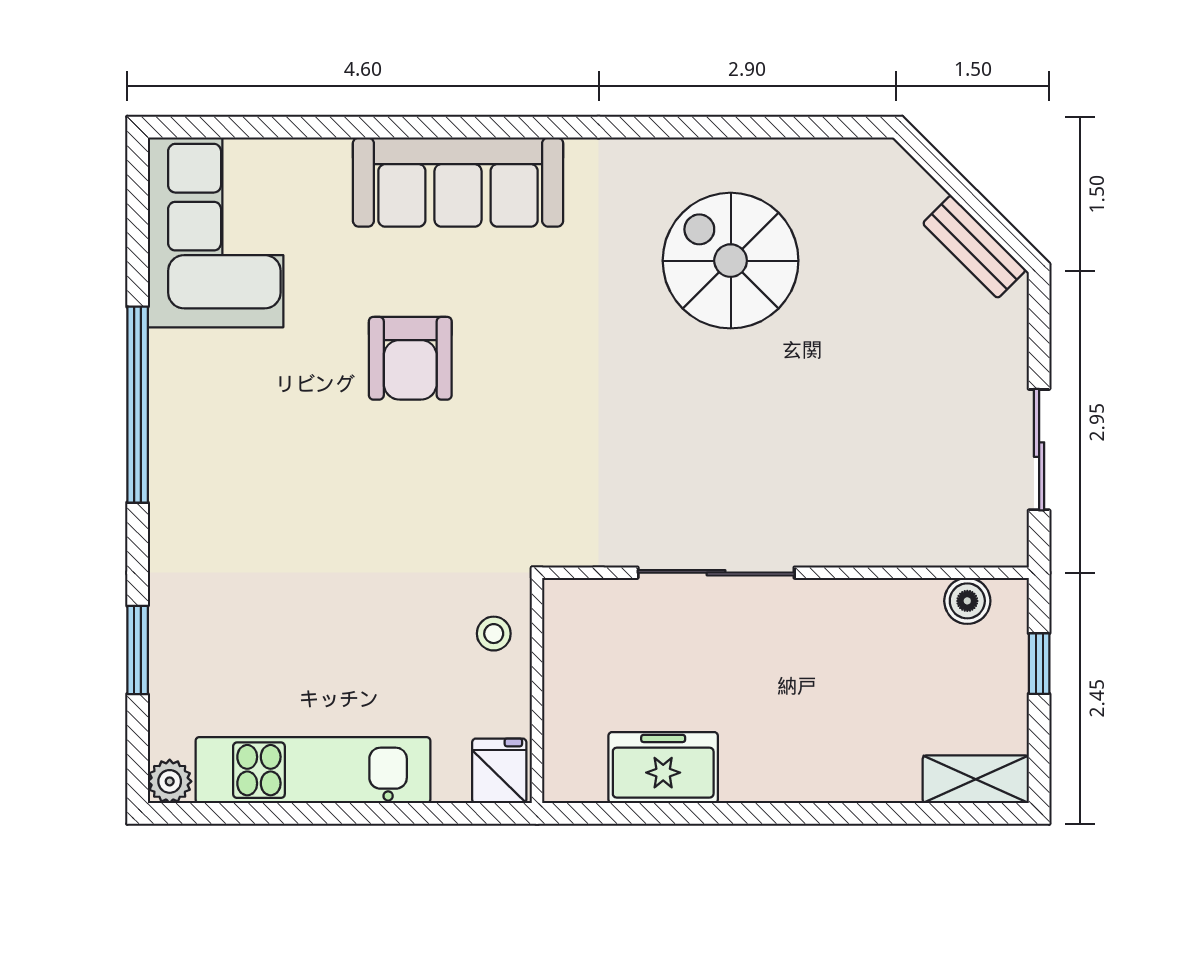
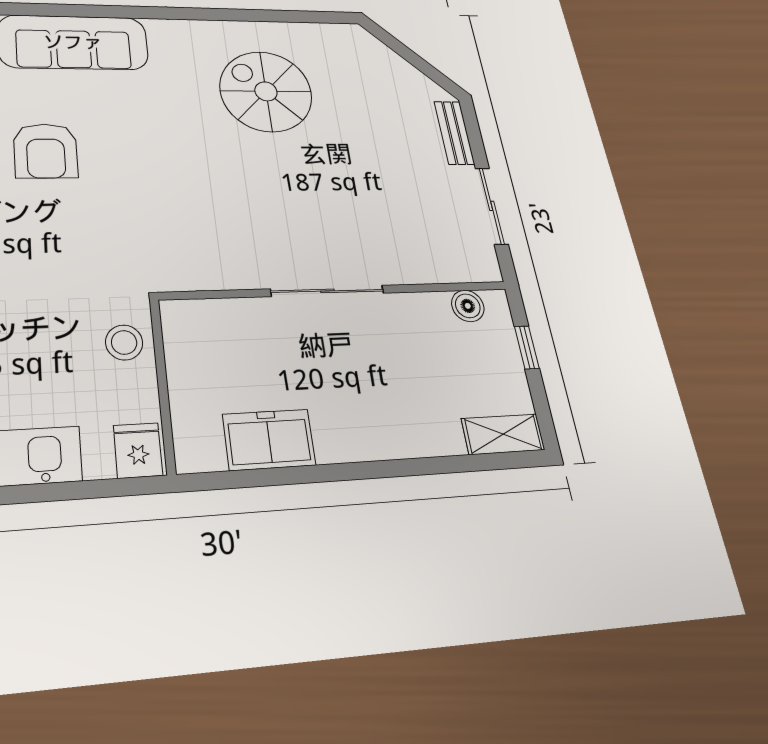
bench: (974, 247) -> (454, 133), moved, turned 45
sliding door: (716, 573) -> (327, 291), moved
stool: (494, 634) -> (124, 342), width x1.37, depth x1.37

